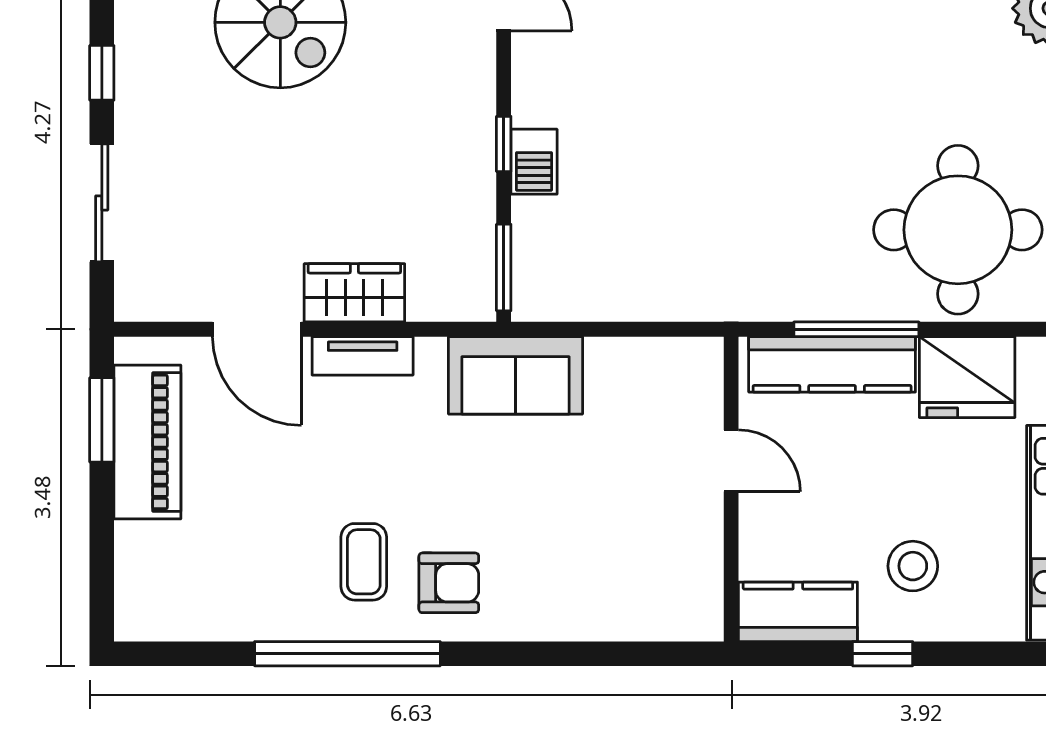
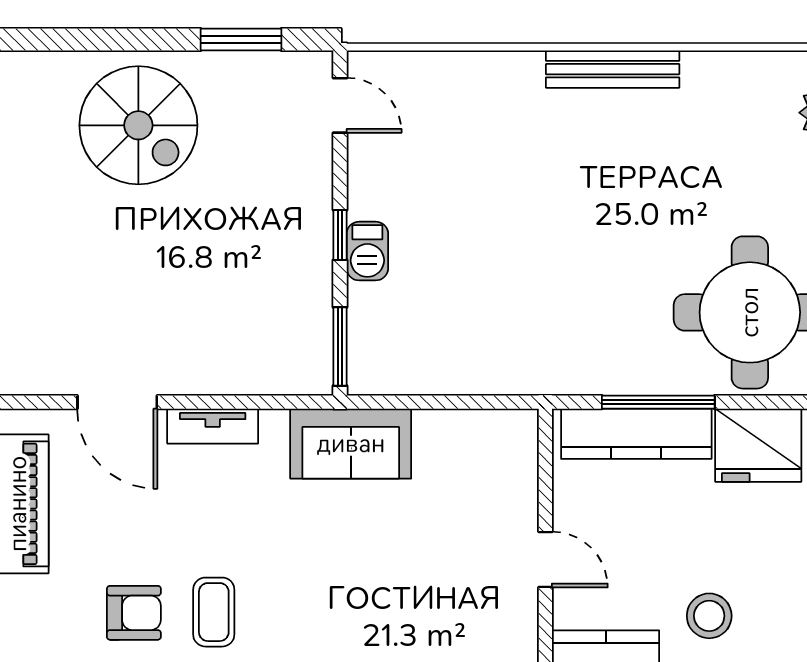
wardrobe: (354, 293) -> (205, 369), removed
door: (731, 461) -> (545, 560), moved
armchair: (449, 583) -> (134, 613), moved

